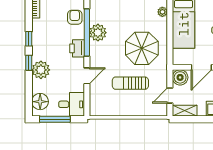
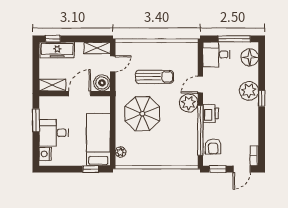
plant: (98, 33) -> (189, 103), moved
window: (29, 39) -> (262, 124), removed

